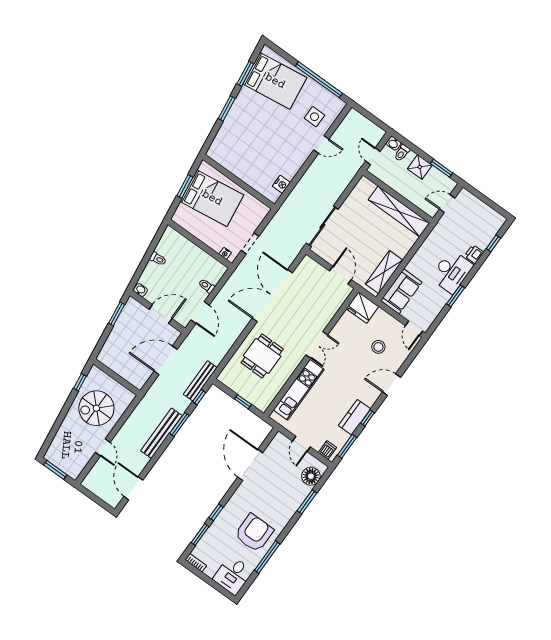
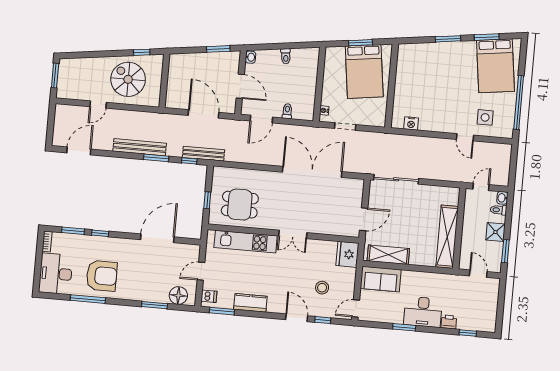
dining table: (262, 356) -> (240, 205), moved
window: (368, 418) -> (323, 320), moved
desk: (233, 575) -> (56, 274), width x1.37

